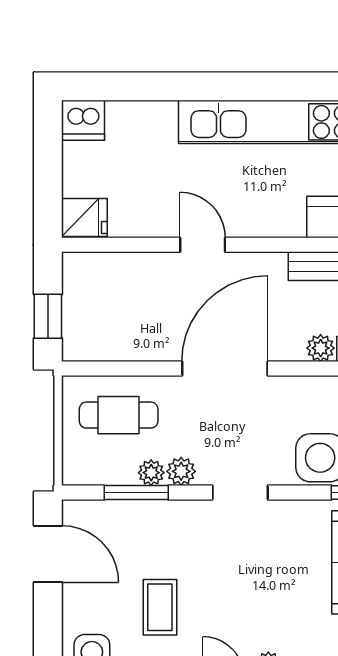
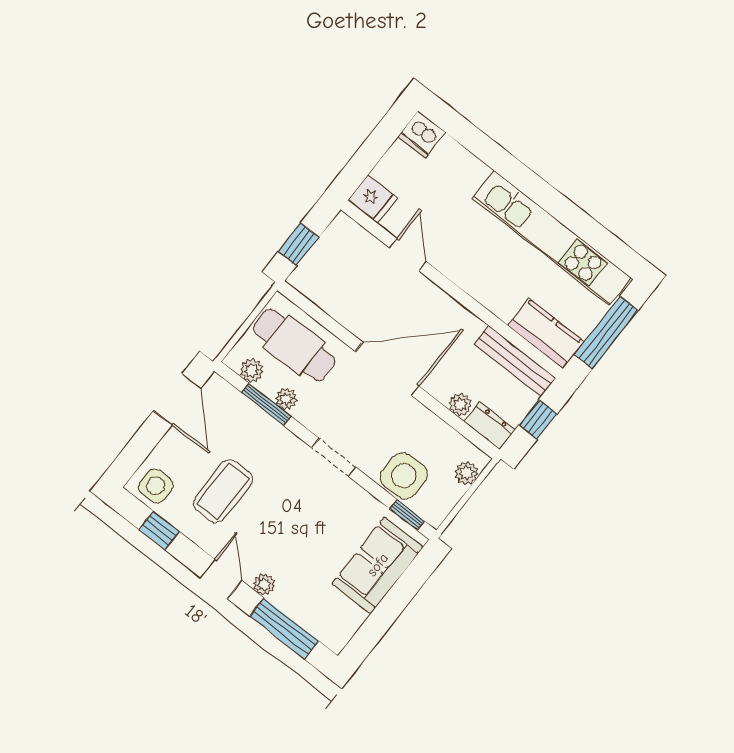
door: (203, 245) -> (408, 255), moved
cafe table: (119, 415) -> (294, 345), width x1.37, depth x1.35
plant: (181, 471) -> (252, 371), moved
coffee table: (160, 607) -> (223, 491), width x1.36, depth x1.30

